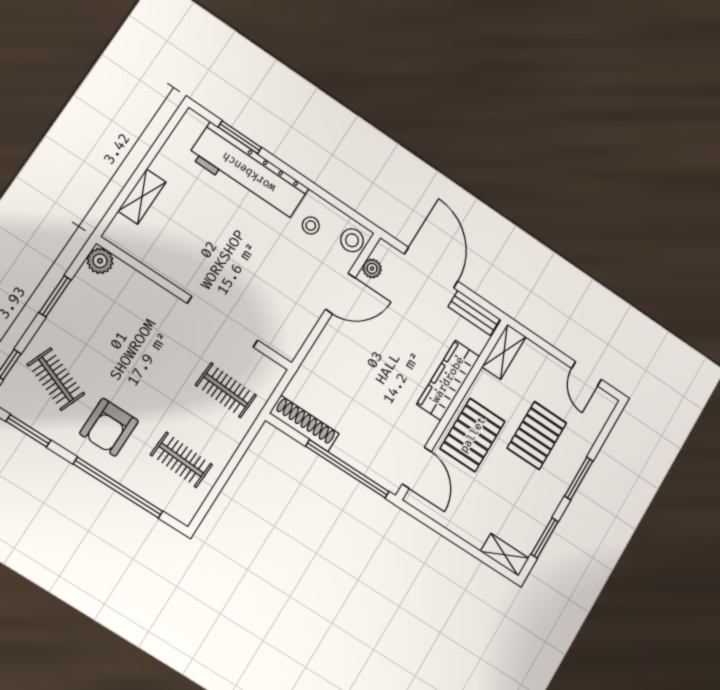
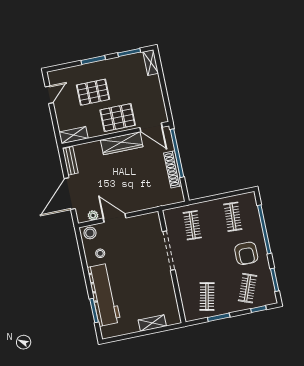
plant: (100, 261) -> (190, 315), removed
clothes rail: (103, 310) -> (207, 297), added
wardrobe: (448, 380) -> (122, 143), moved
shoe rack: (304, 423) -> (173, 169), moved
armchair: (109, 427) -> (246, 253), turned 90
door: (417, 468) -> (151, 127), swing flipped

